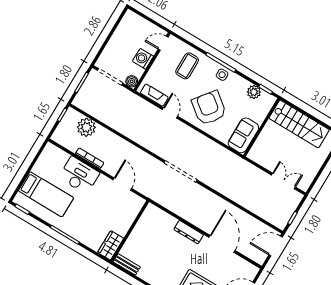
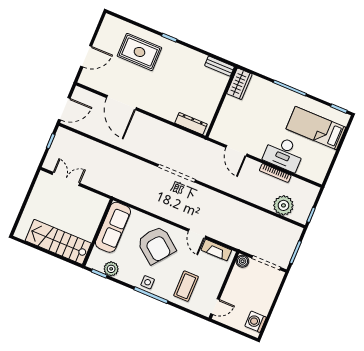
washing machine: (143, 59) -> (256, 322), moved, turned 180
sofa: (243, 135) -> (113, 227), width x1.36
double door: (283, 181) -> (66, 179), swing flipped
dresser: (189, 232) -> (191, 124), moved

